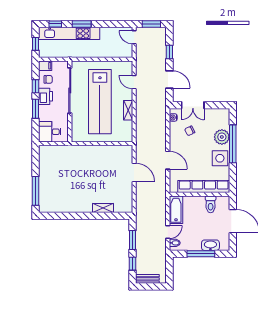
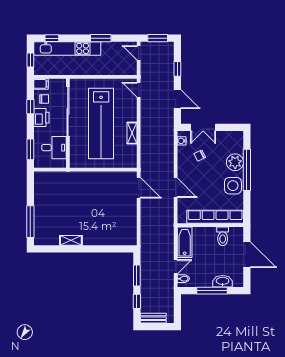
window: (82, 24) -> (101, 38), moved
door: (134, 82) -> (139, 90), moved
window: (36, 109) -> (30, 149), moved
desk: (50, 132) -> (54, 148), moved, turned 180
door: (134, 173) -> (139, 188), moved
shelving: (103, 208) -> (71, 240), moved

